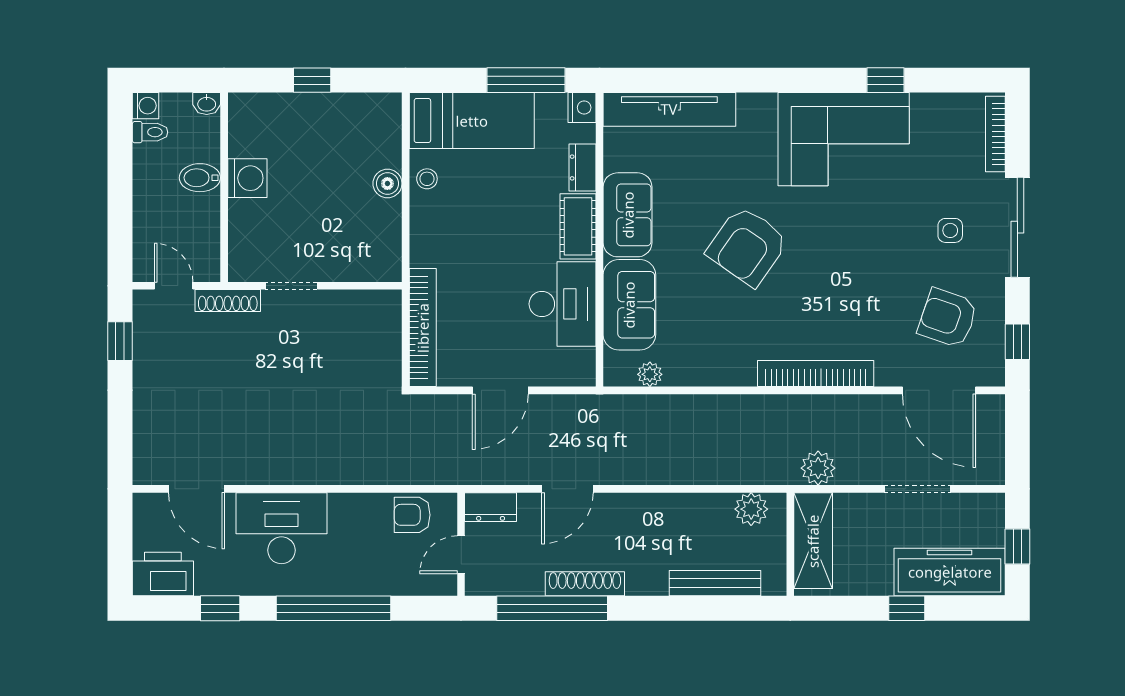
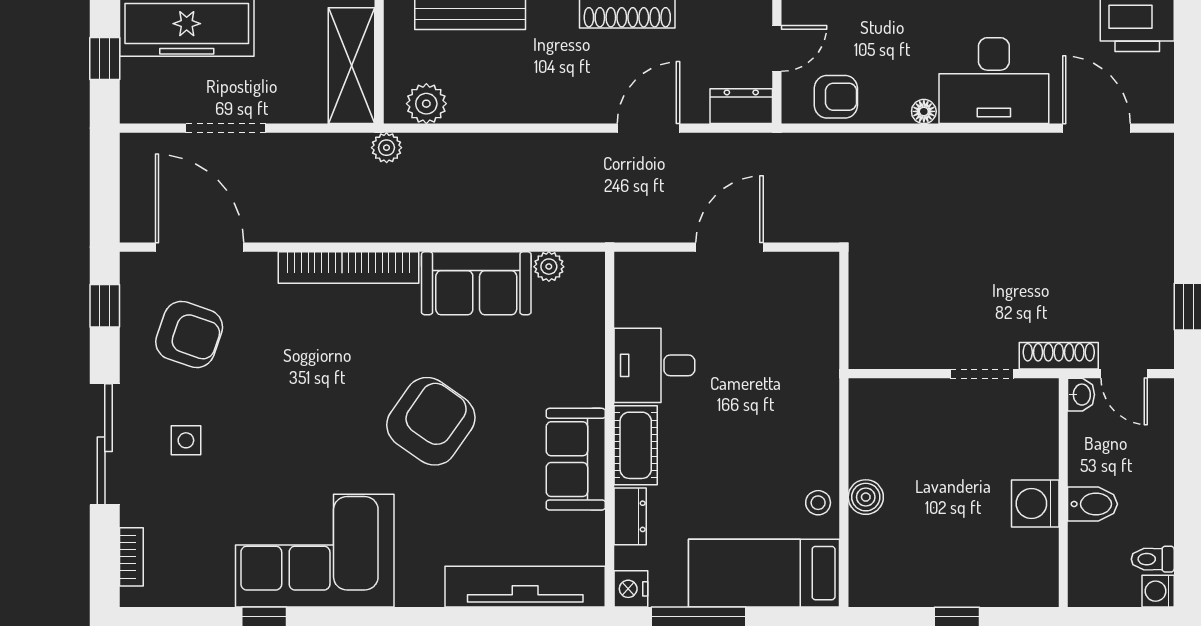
washbasin: (207, 104) -> (1081, 395), moved, turned 90
bookcase: (995, 134) -> (131, 557), width x0.64
desk: (562, 304) -> (654, 365), width x0.73
sofa: (629, 305) -> (476, 283), moved, turned -90
bookcase: (423, 328) -> (823, 323), removed
plant: (818, 468) -> (387, 148), moved, width x0.73, depth x0.73
floor lamp: (339, 503) -> (924, 111), added

